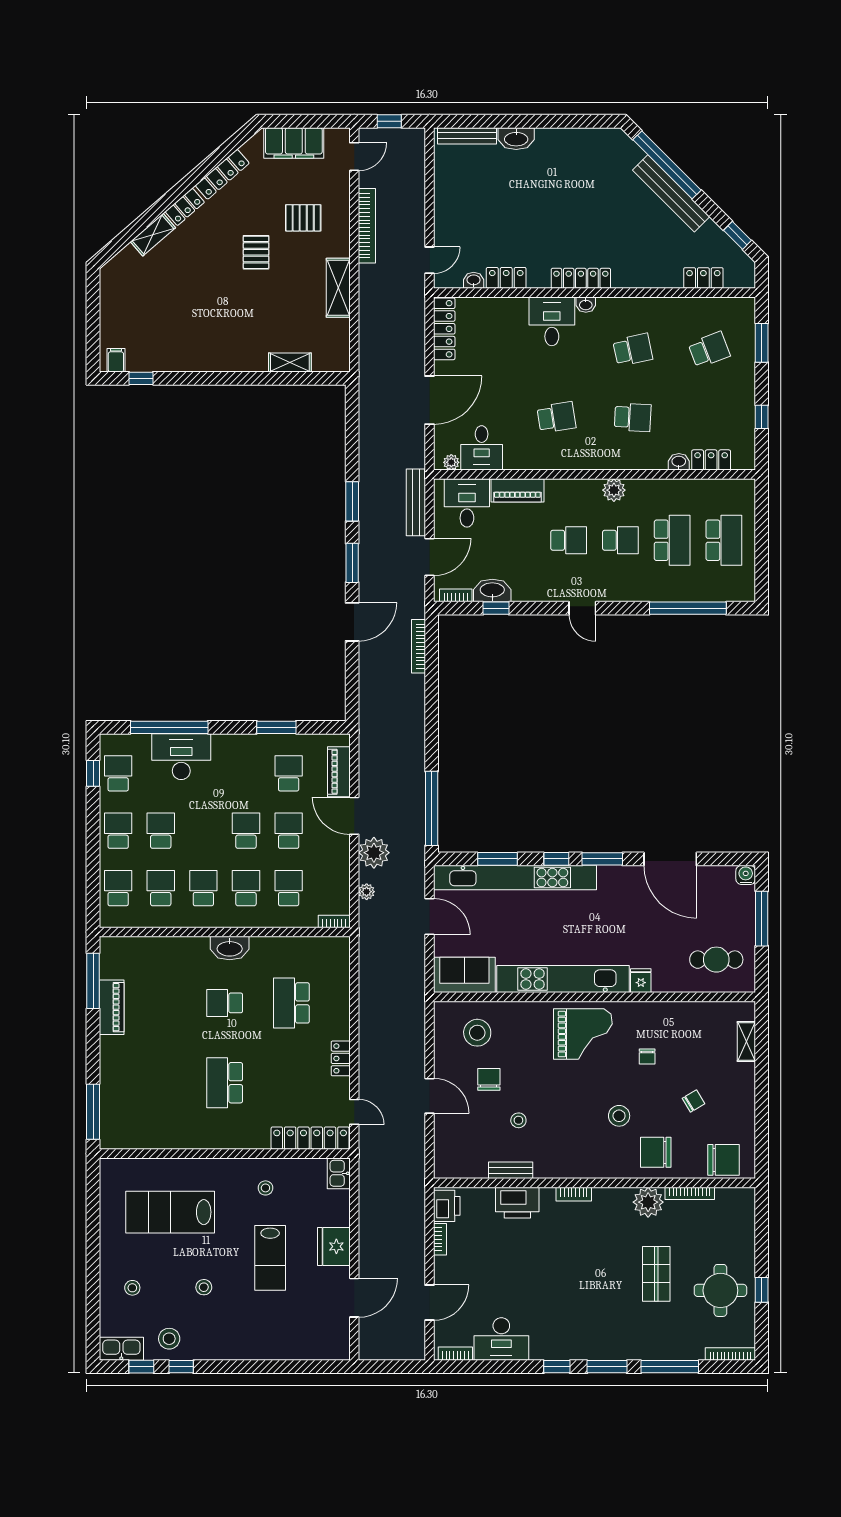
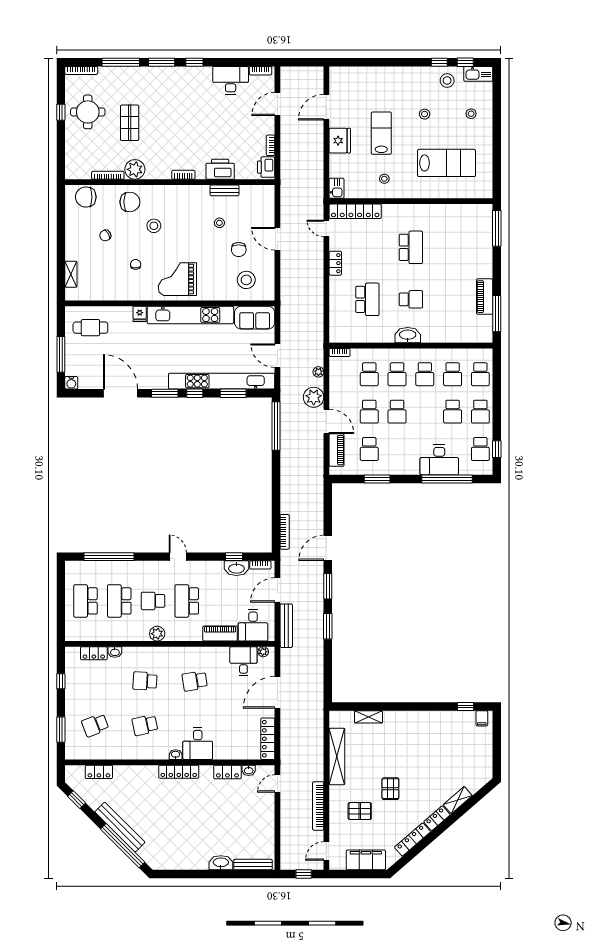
shelving: (338, 288) -> (337, 756), width x1.47
school desk: (569, 540) -> (187, 601), width x1.85

